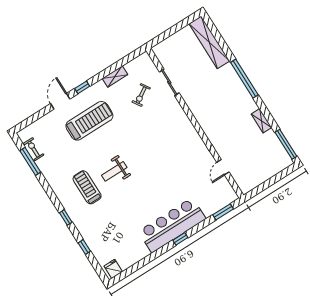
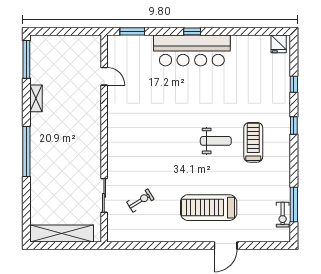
shelving: (209, 42) -> (62, 233), moved, turned 90
shelving: (115, 77) -> (155, 236), removed
window: (82, 87) -> (195, 246), removed
door: (223, 167) -> (104, 76), hinge flipped
treadmill: (87, 187) -> (253, 142), turned 180

